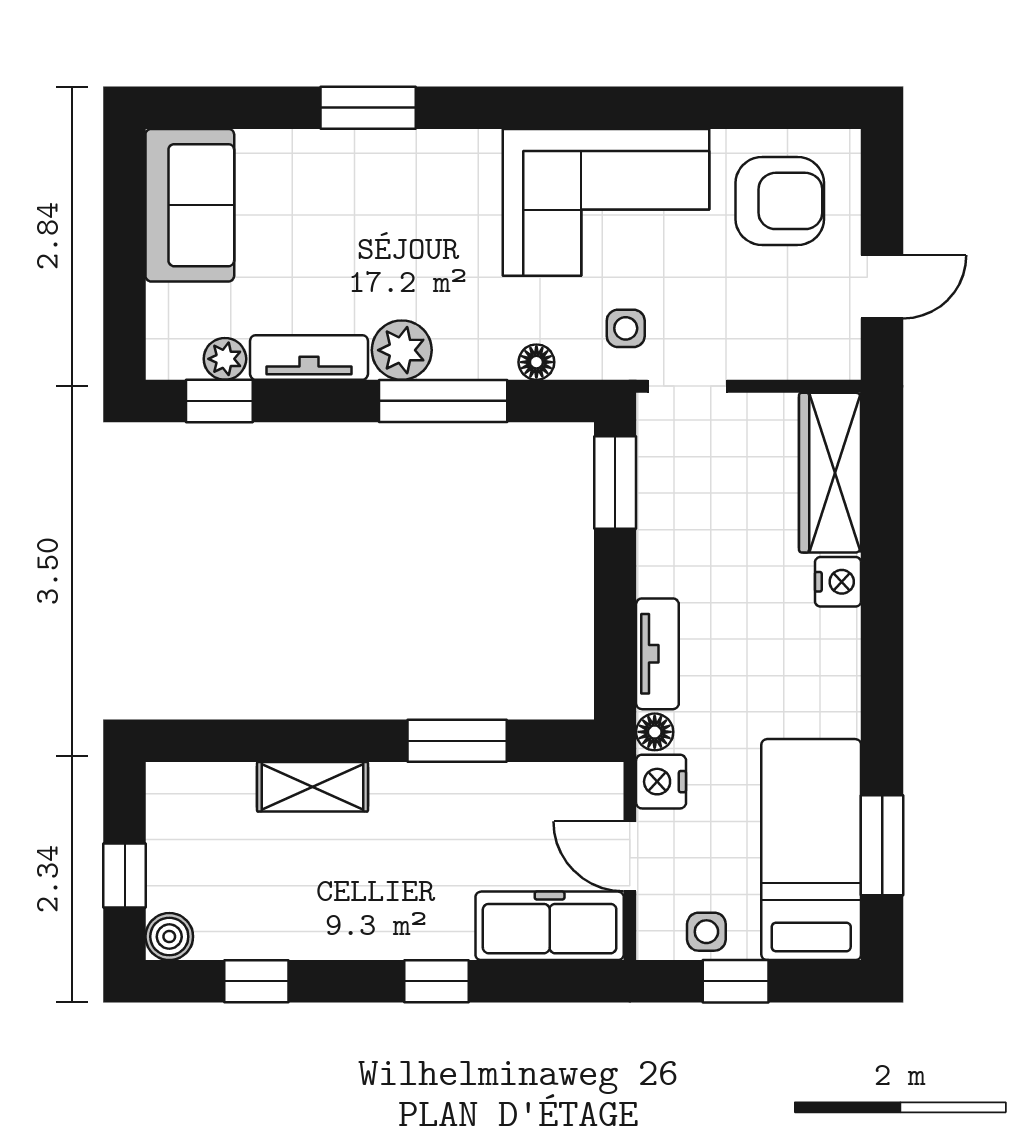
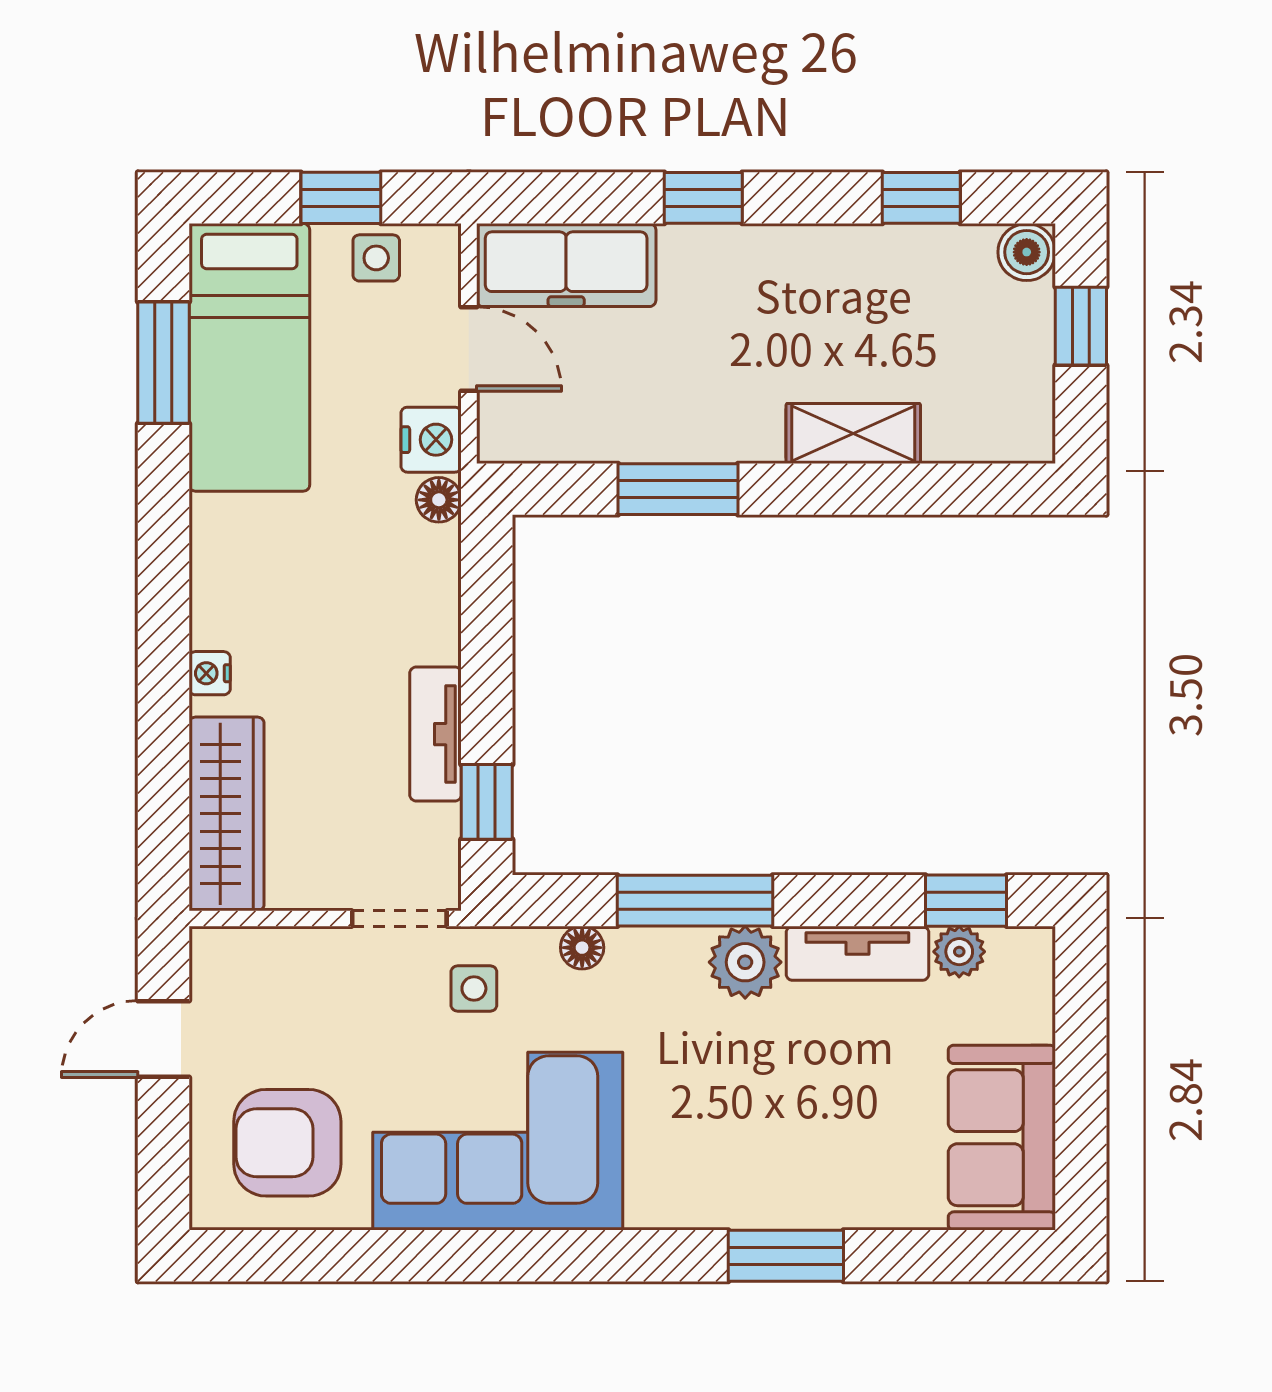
window: (615, 482) -> (487, 802), width x0.67
nightstand: (838, 582) -> (210, 673), width x0.72, depth x0.74
tv unit: (657, 654) -> (436, 734), moved

